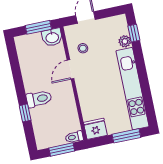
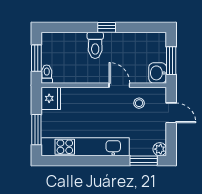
window: (134, 33) -> (144, 161), width x1.50
plant: (125, 41) -> (160, 149), moved
window: (25, 113) -> (107, 27), moved

